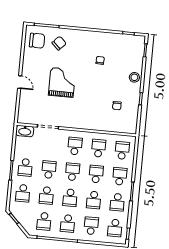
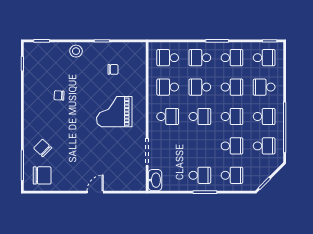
chair: (37, 41) -> (42, 175), turned 90
grand piano: (62, 82) -> (114, 112), moved
school desk: (75, 146) -> (168, 116), turned 180
school desk: (49, 170) -> (200, 146), removed
school desk: (72, 172) -> (200, 116), turned 180

